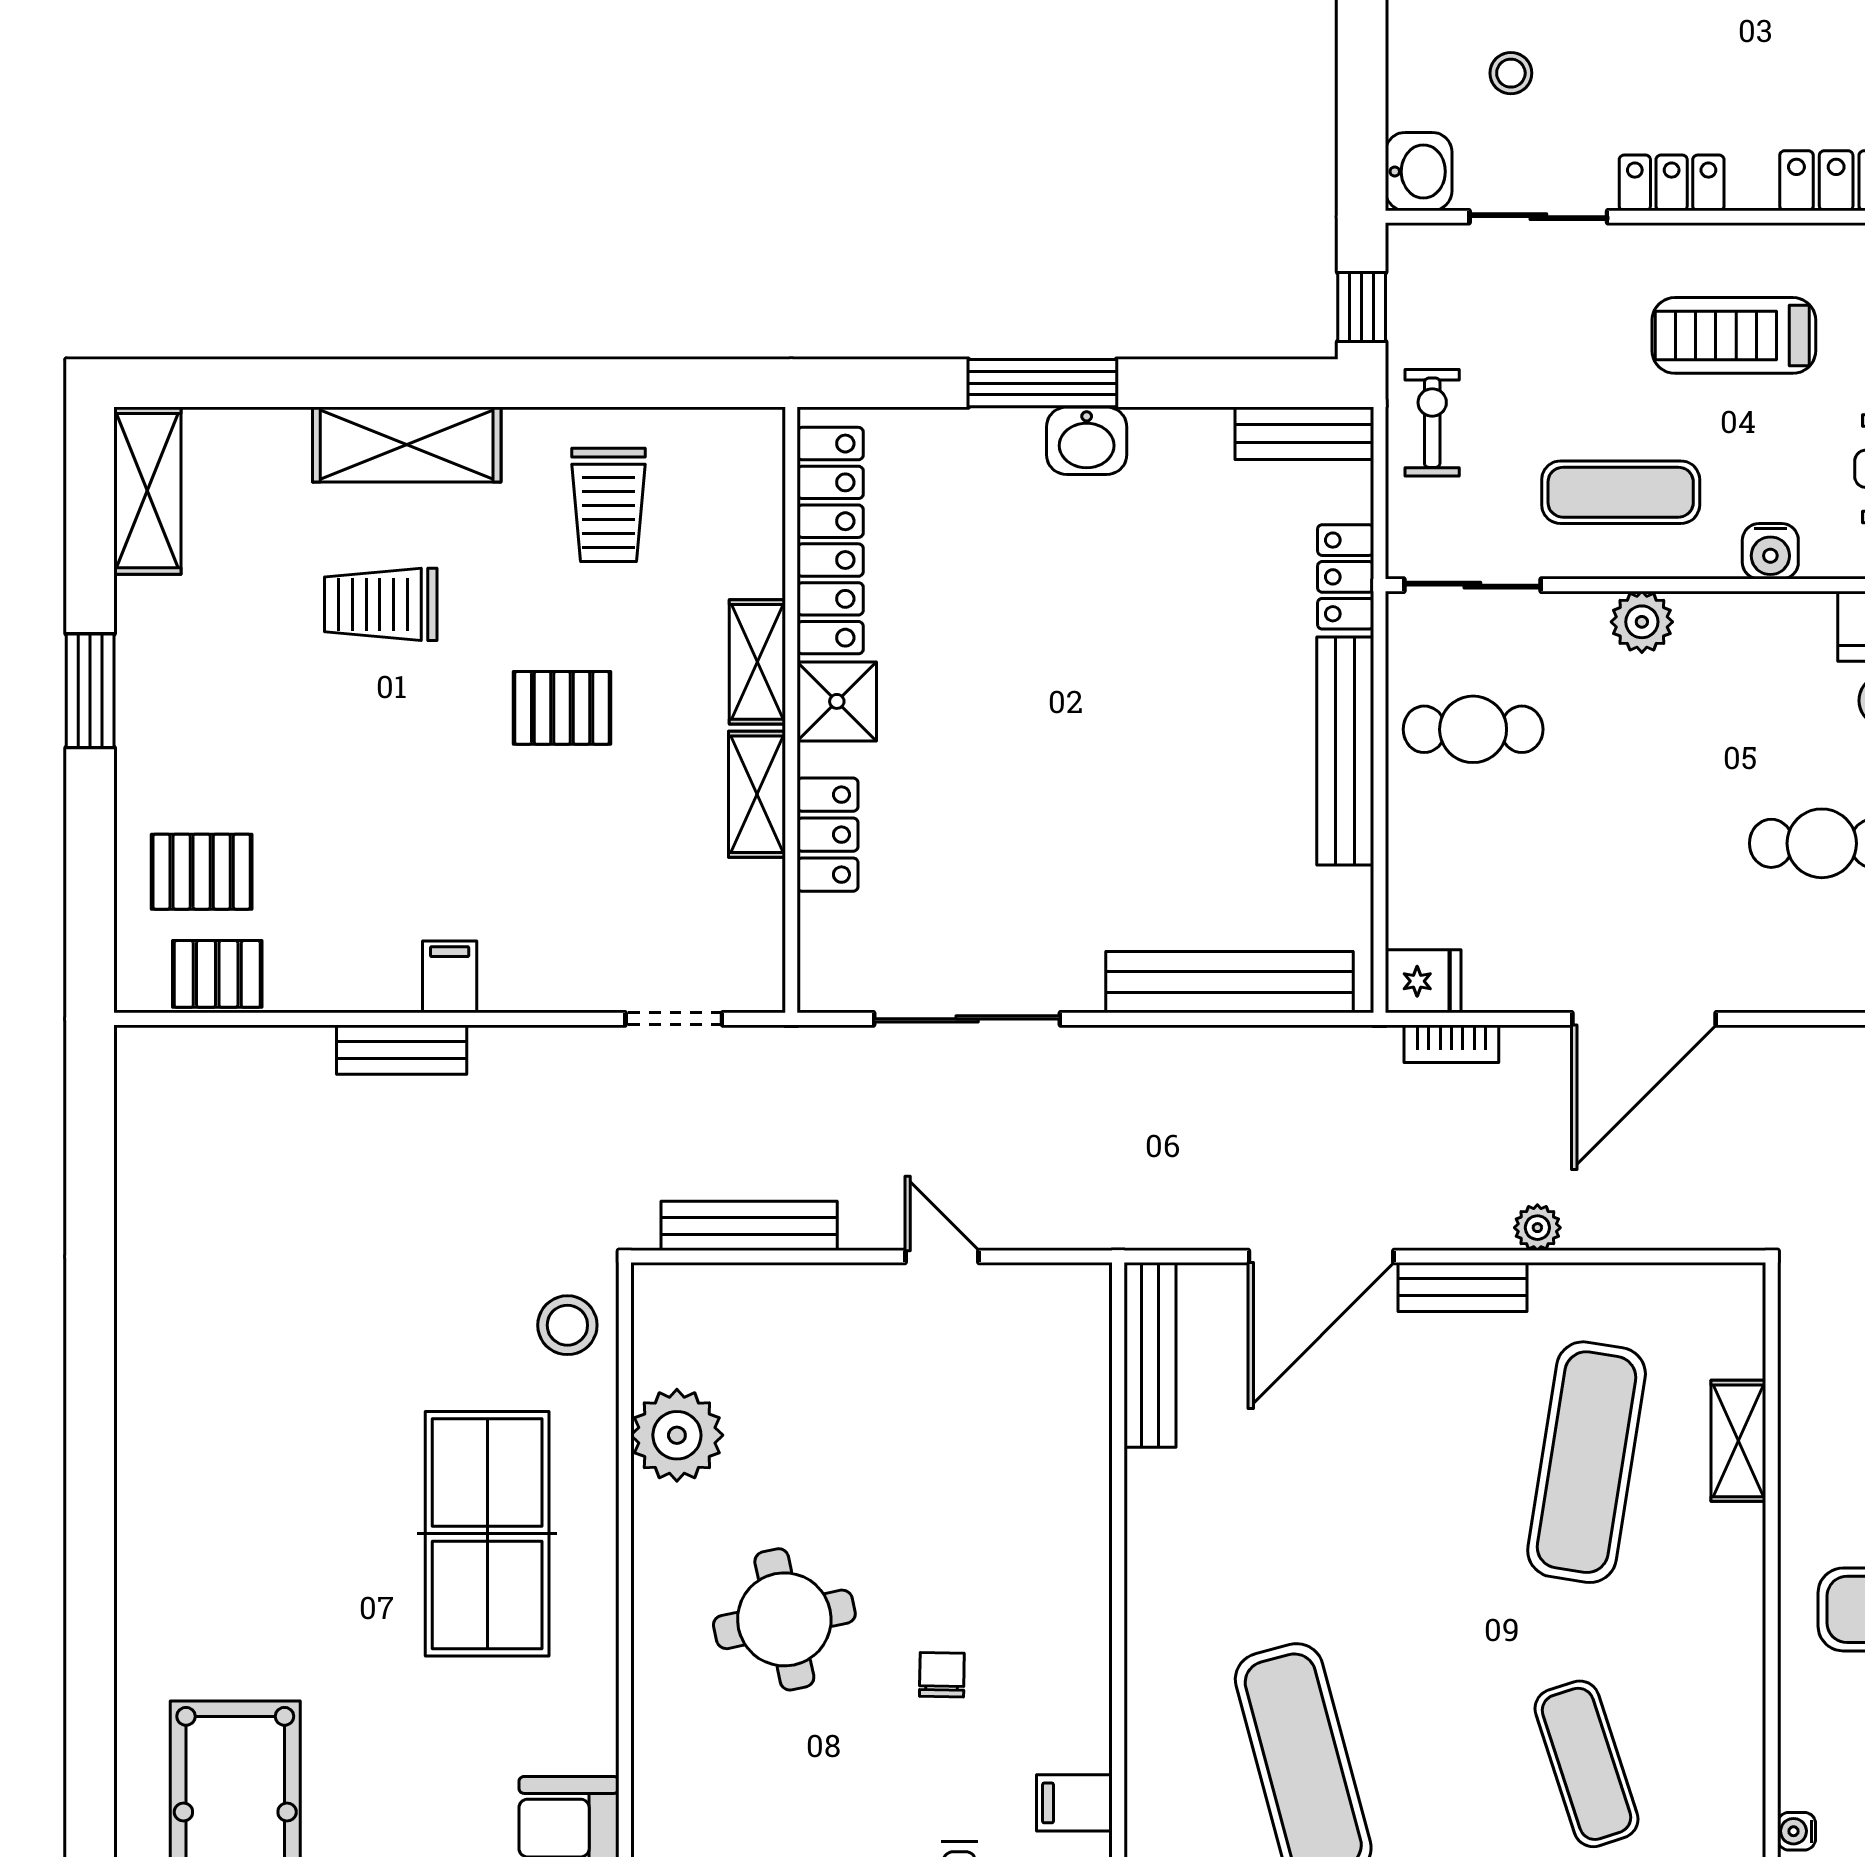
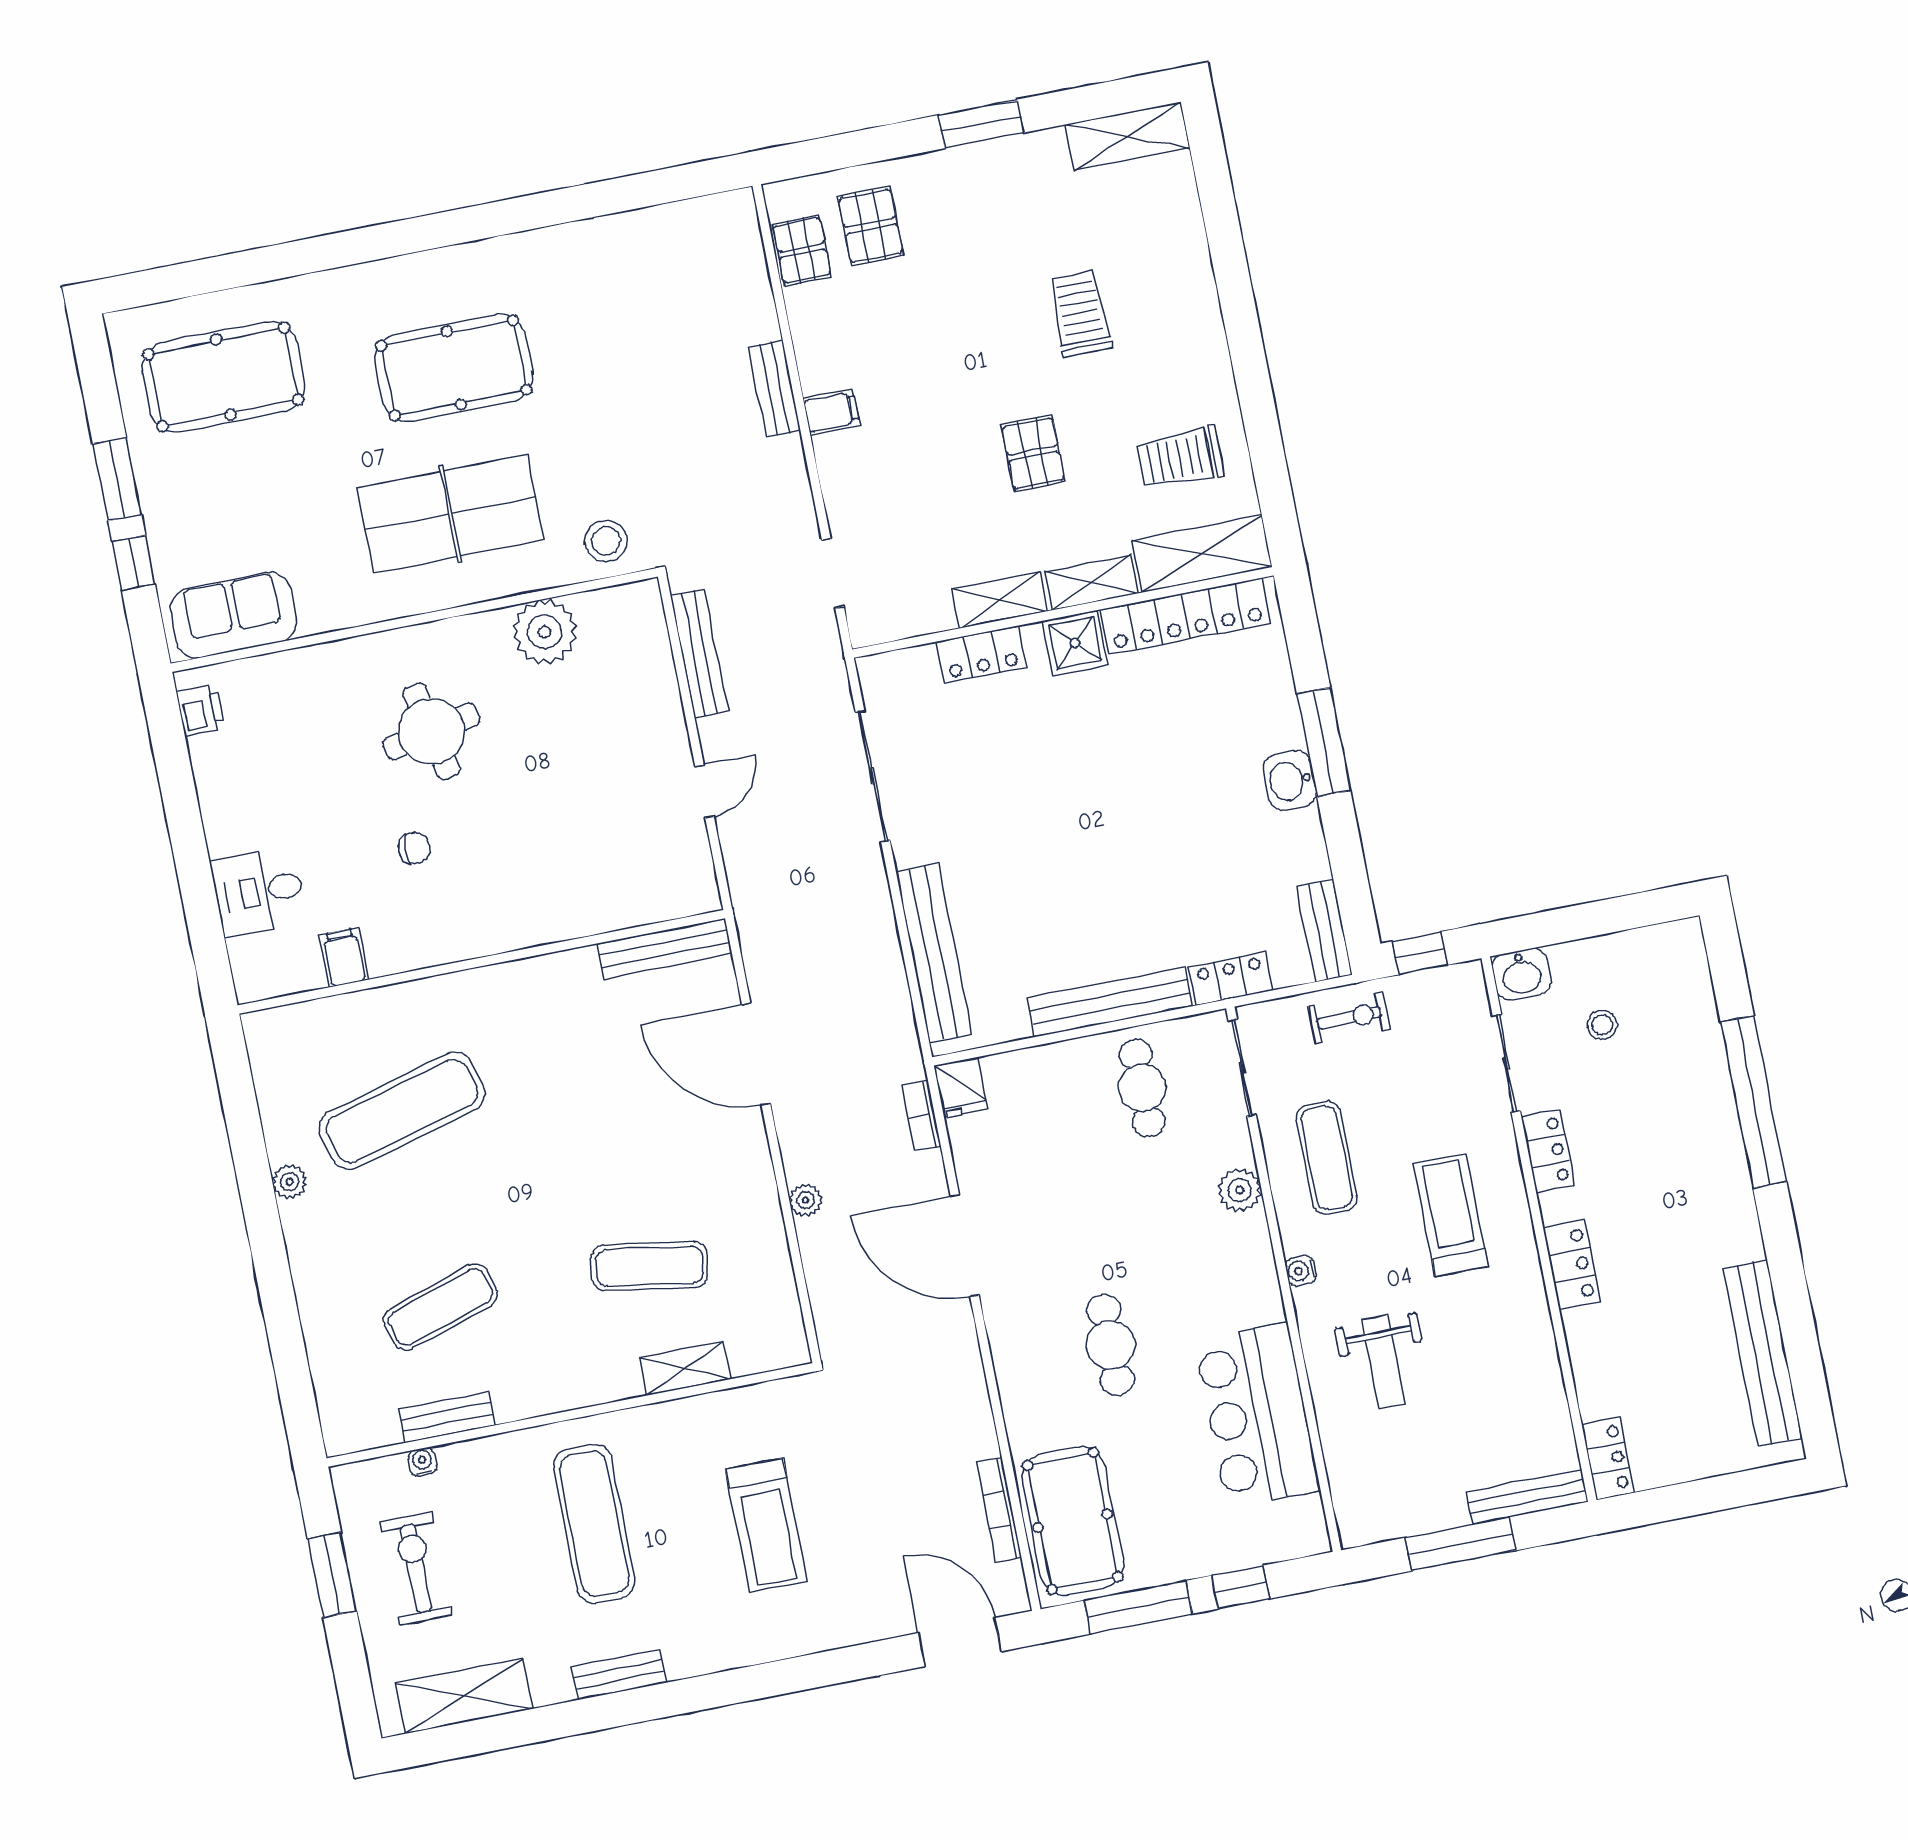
shelving: (407, 444) -> (1202, 554), moved, turned 90
water cooler: (1770, 551) -> (1301, 1271), width x0.72, depth x0.72
bench: (1463, 1287) -> (447, 1417), moved, turned 90
exercise mat: (1587, 1462) -> (650, 1266), width x0.73, depth x0.69
pool table: (285, 1489) -> (454, 368), added

